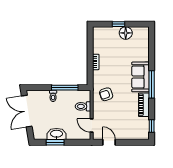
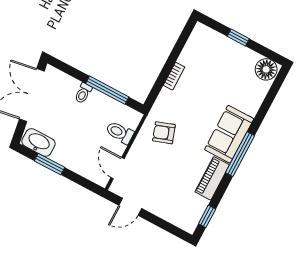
floor lamp: (126, 33) -> (266, 69), moved
washbasin: (56, 134) -> (38, 142), moved
door: (109, 142) -> (130, 207), swing flipped

